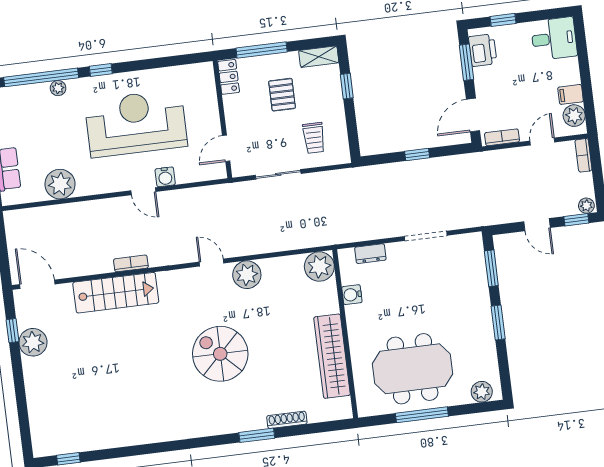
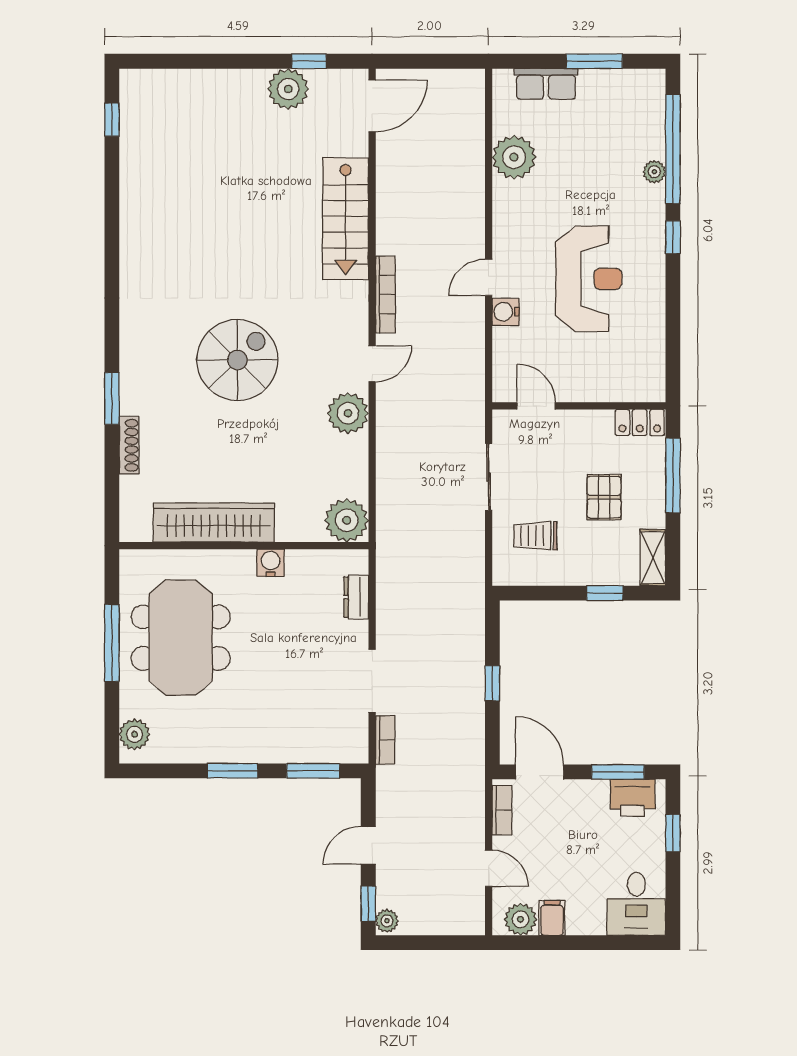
pallet: (282, 95) -> (604, 497), turned 90
reception desk: (136, 123) -> (589, 279), width x0.74, depth x0.77
bookcase: (584, 155) -> (385, 740), moved, turned 90
bookcase: (131, 263) -> (385, 295), moved, width x1.56
water cooler: (352, 295) -> (271, 563), moved

